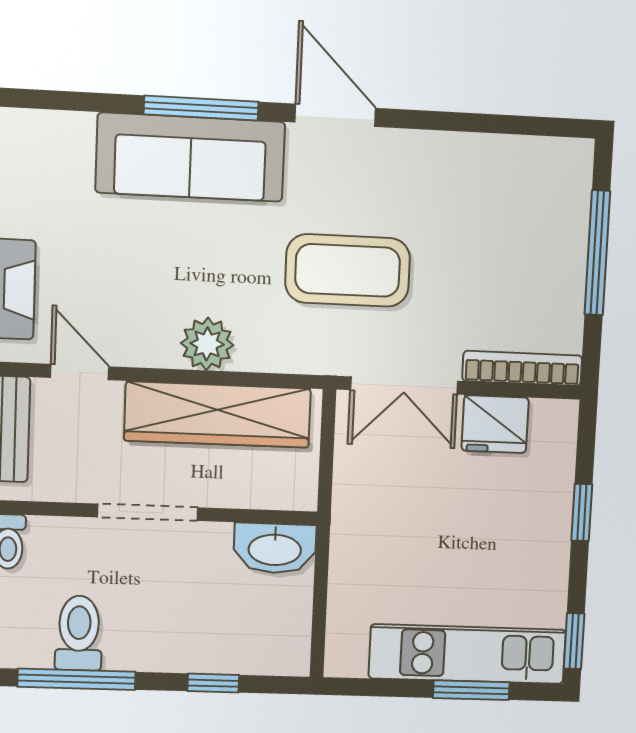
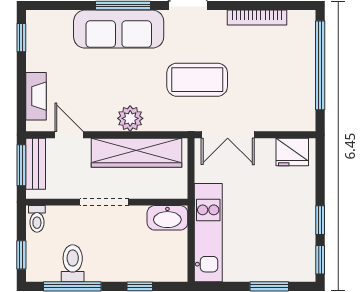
window: (597, 253) -> (320, 65), width x1.46
bookcase: (522, 368) -> (257, 18), moved, turned 180
fridge: (495, 424) -> (292, 152), moved
window: (582, 512) -> (320, 220), moved
kitchen unit: (467, 654) -> (208, 233), moved, turned 90

